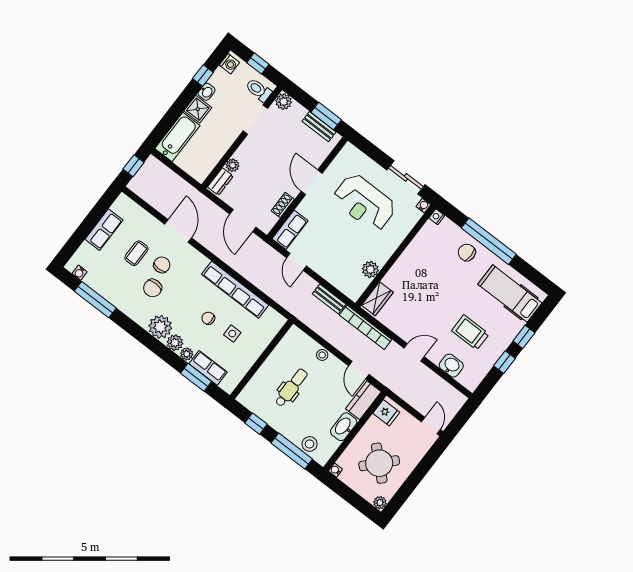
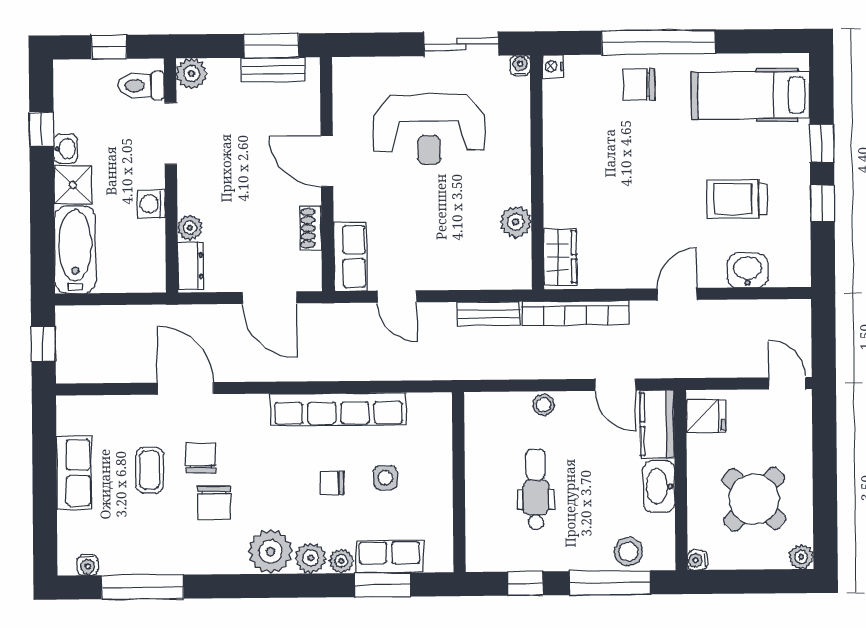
washing machine: (229, 64) -> (151, 204), moved, turned 180

